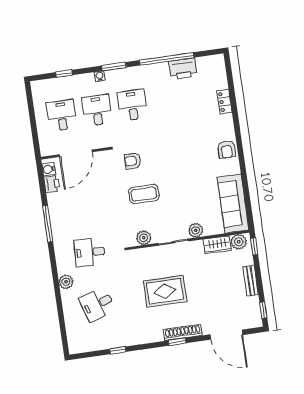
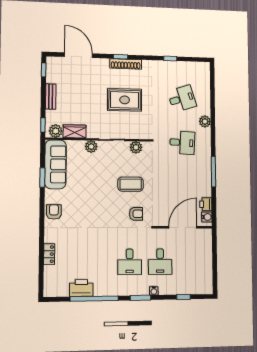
desk: (62, 115) -> (190, 261), removed
window: (245, 186) -> (42, 177), added
shoe rack: (183, 332) -> (126, 64), moved

